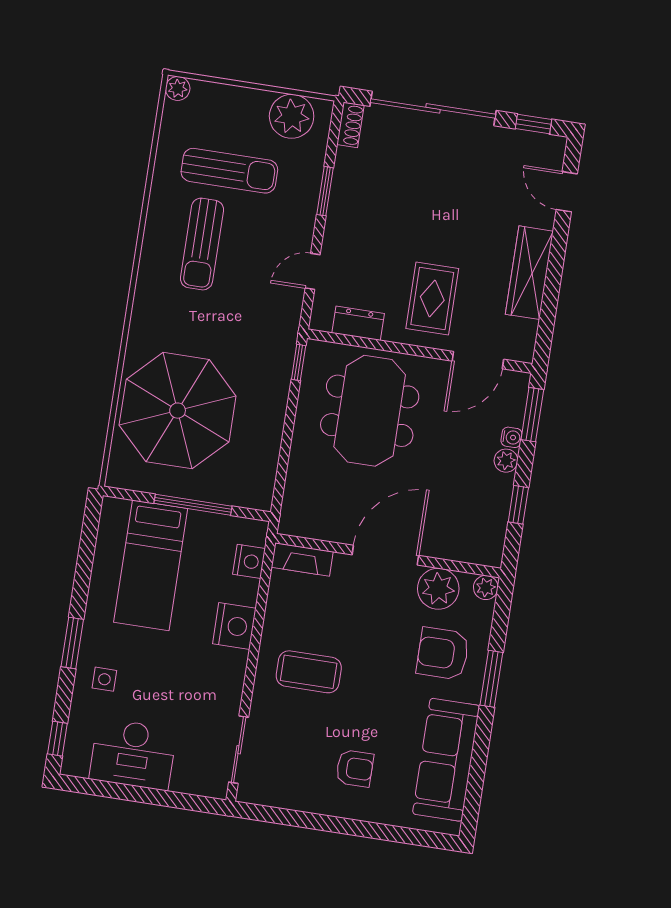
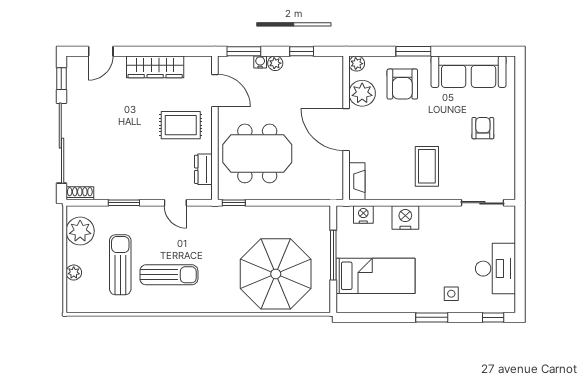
plant: (178, 88) -> (74, 273), moved

